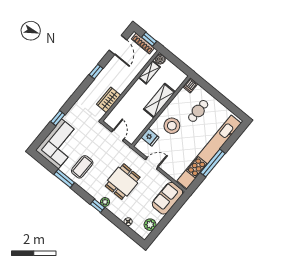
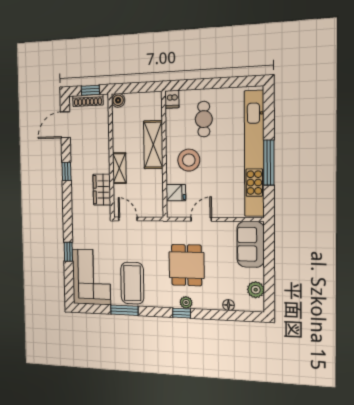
door: (118, 45) -> (65, 125), swing flipped
shelving: (149, 72) -> (119, 168), moved
door: (118, 135) -> (128, 219), moved
coffee table: (82, 167) -> (132, 283), width x1.36, depth x1.32

